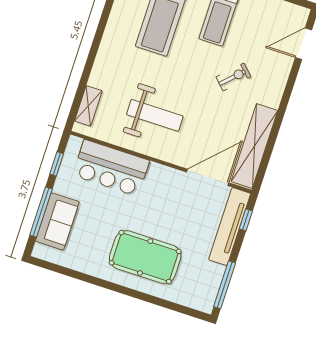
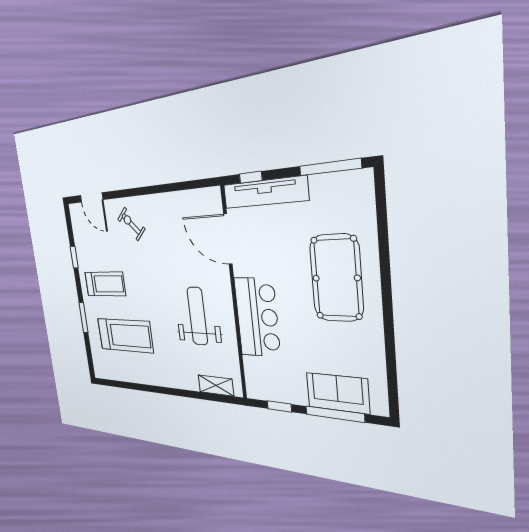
exercise bike: (234, 77) -> (131, 224), moved
shelving: (254, 146) -> (182, 203), removed
bar counter: (111, 168) -> (257, 317), moved

